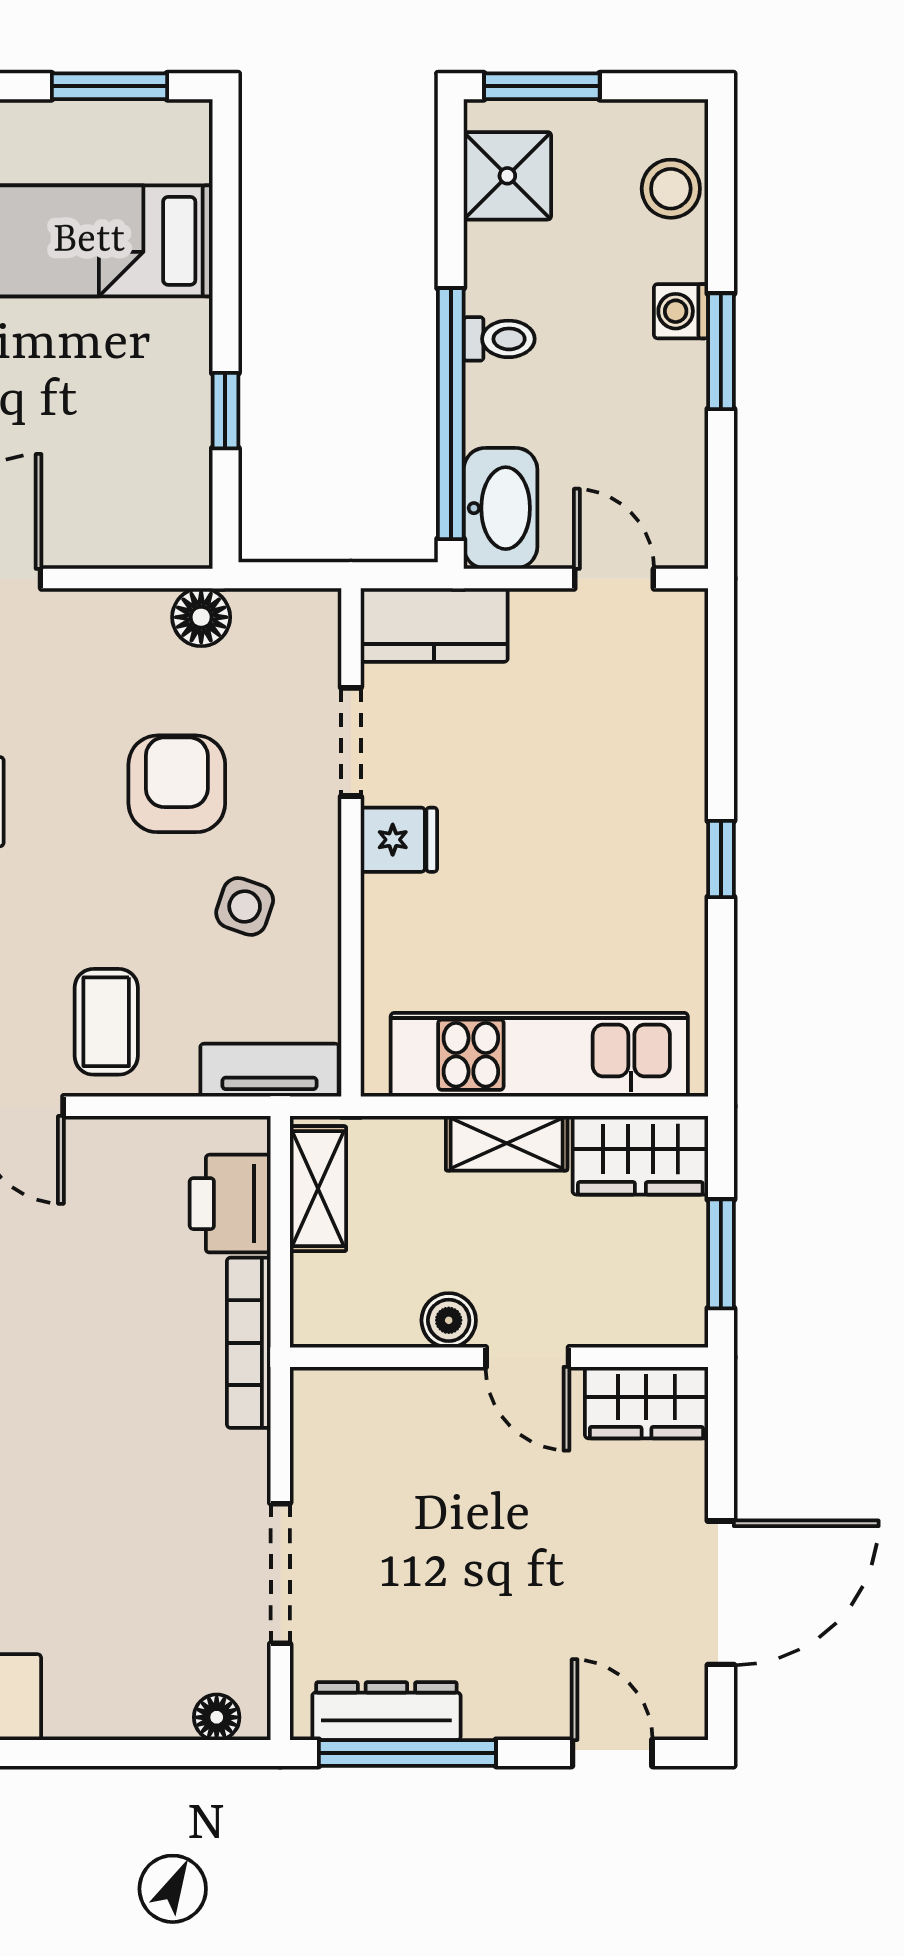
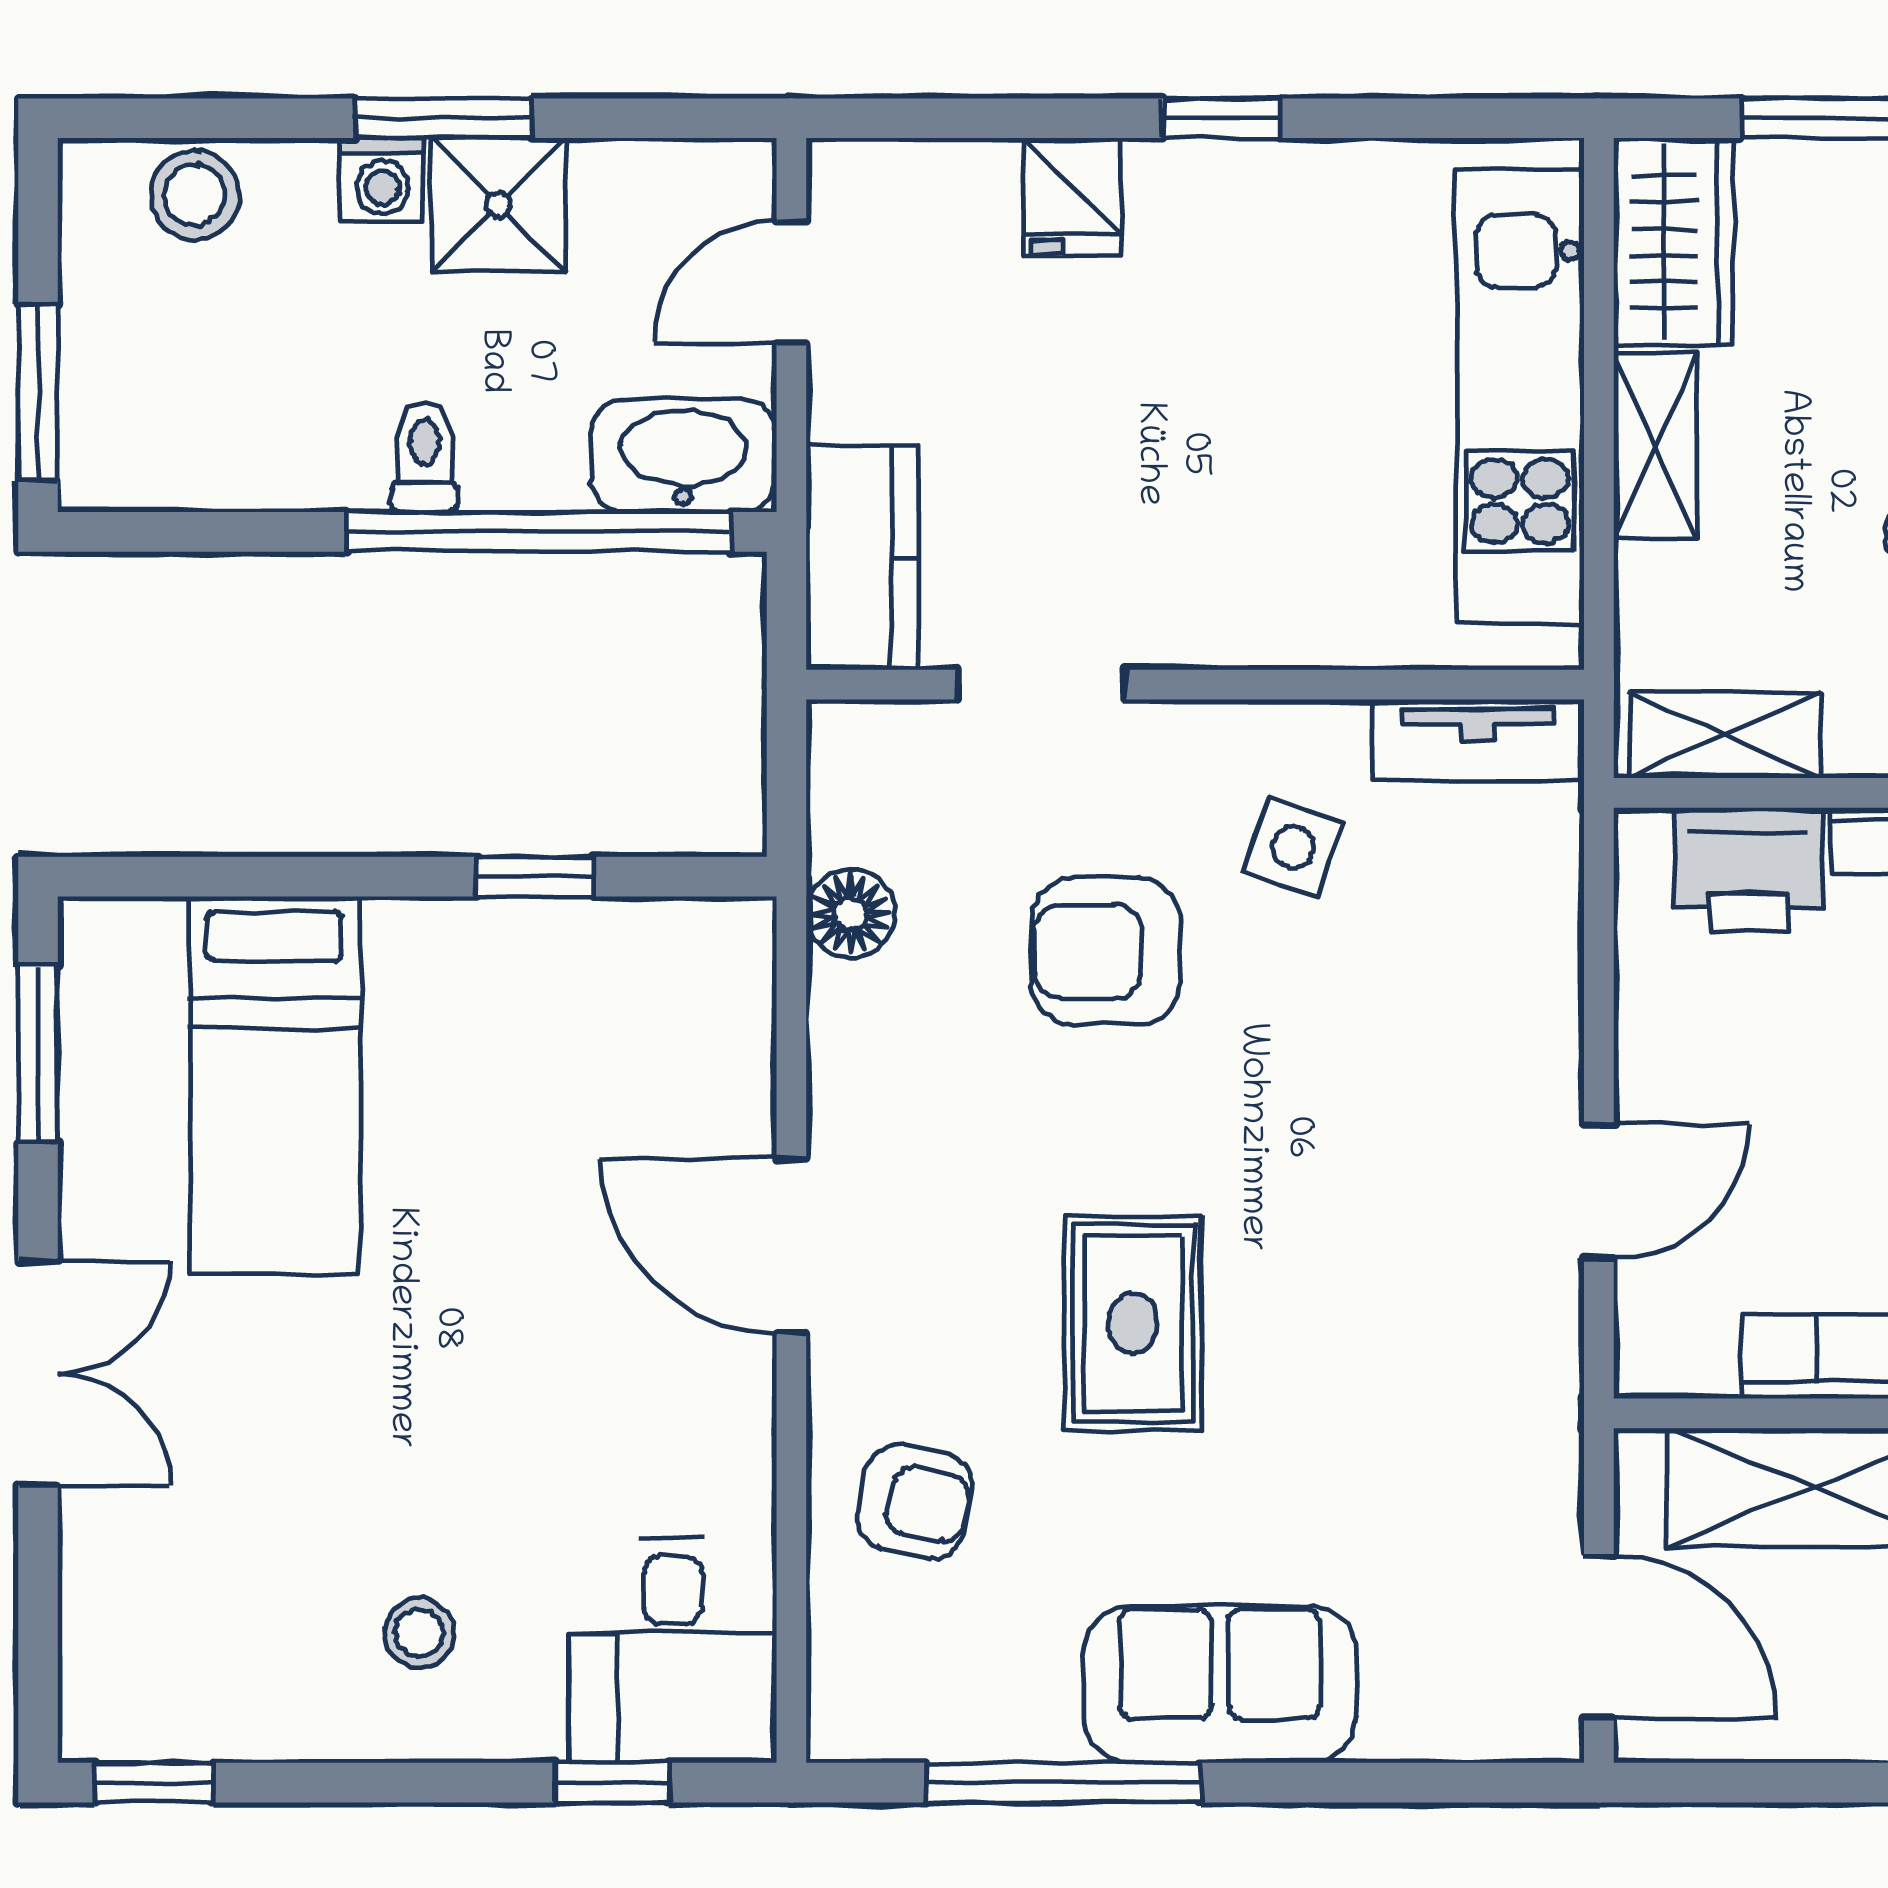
shower: (507, 176) -> (498, 205), moved
fridge: (399, 840) -> (1072, 196), moved, turned 180
coffee table: (106, 1022) -> (1470, 1059), removed
tv unit: (269, 1070) -> (1478, 740), moved, turned -90

